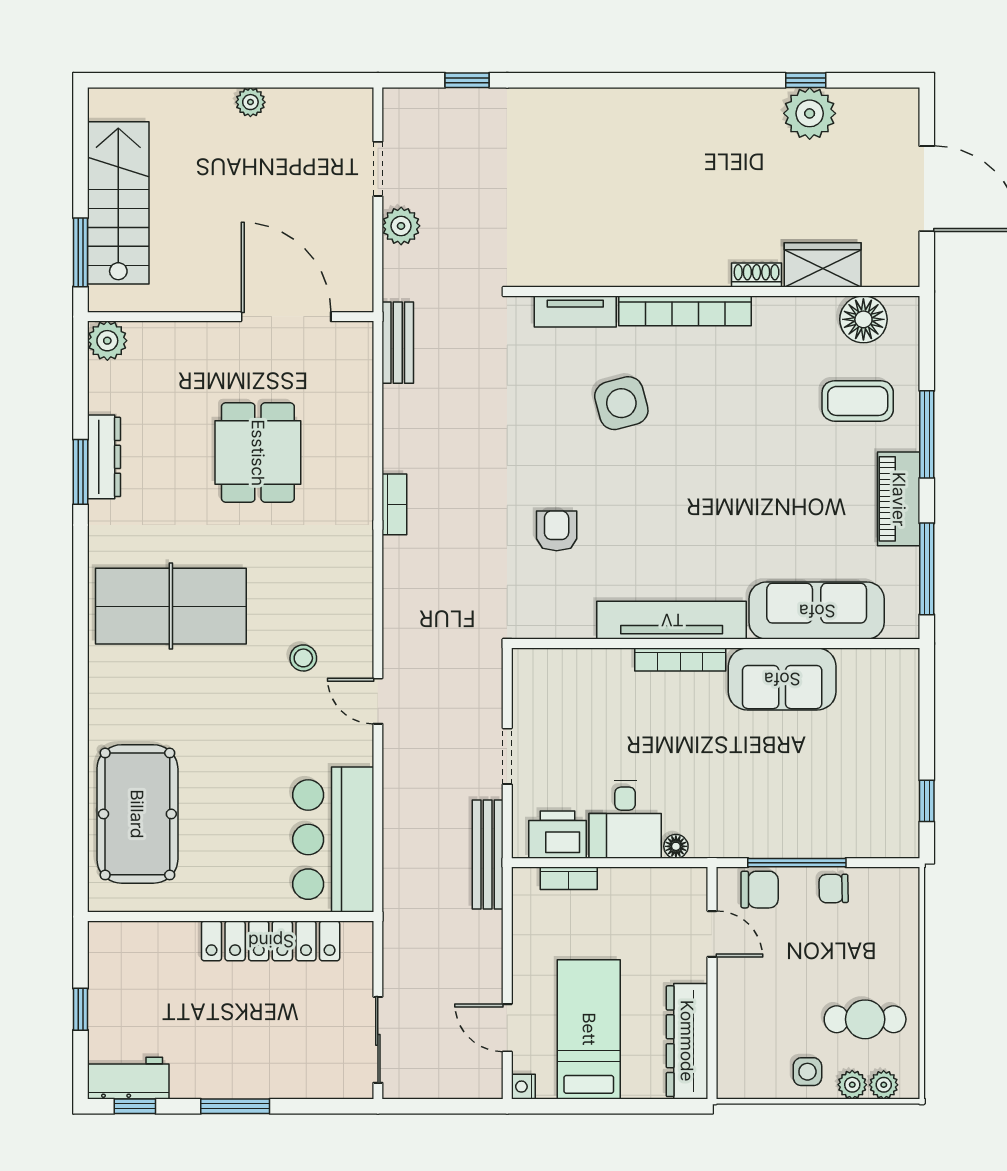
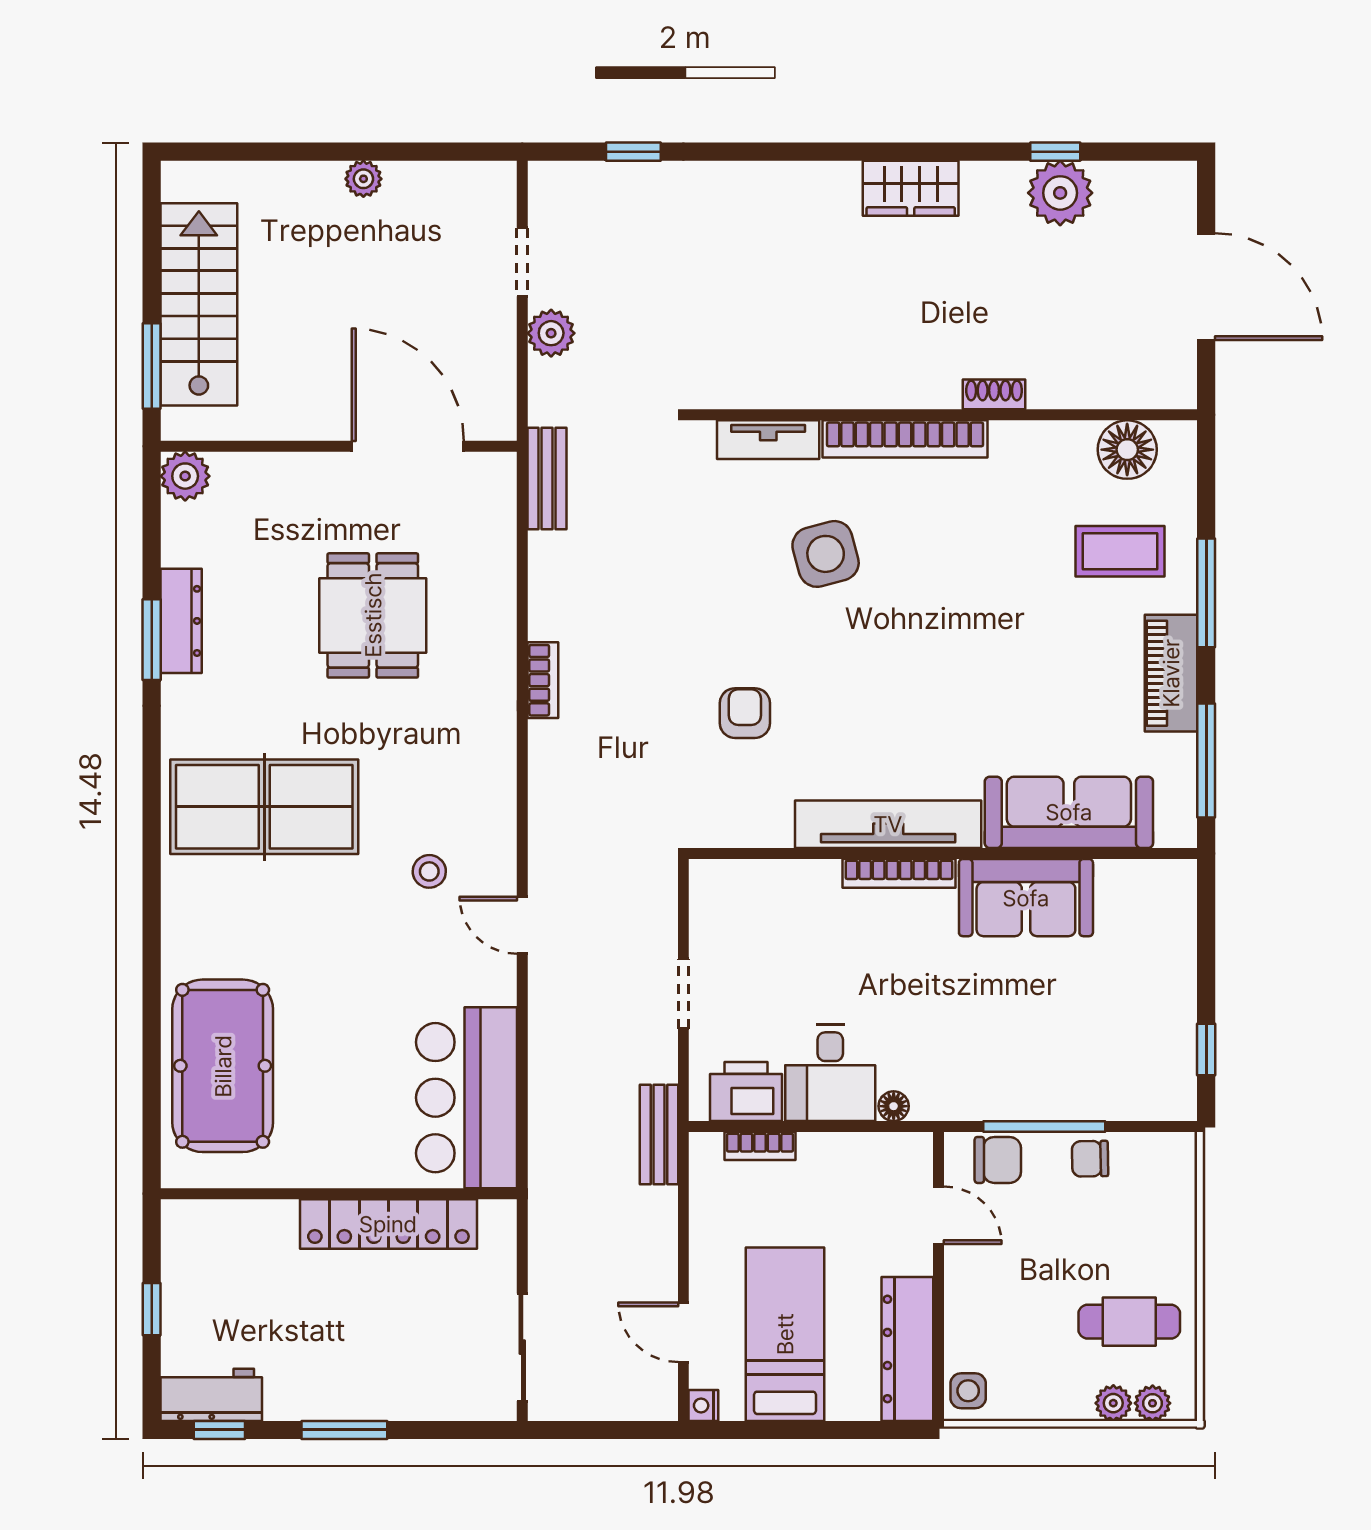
wardrobe: (823, 265) -> (911, 188), moved, turned 180
bench: (488, 855) -> (659, 1135), width x0.73
side table: (807, 1072) -> (968, 1391), moved

